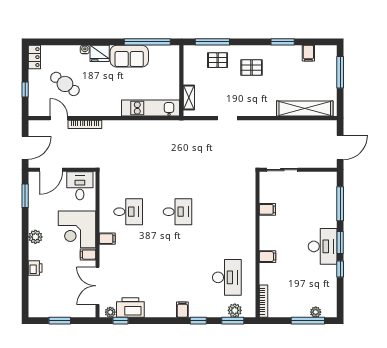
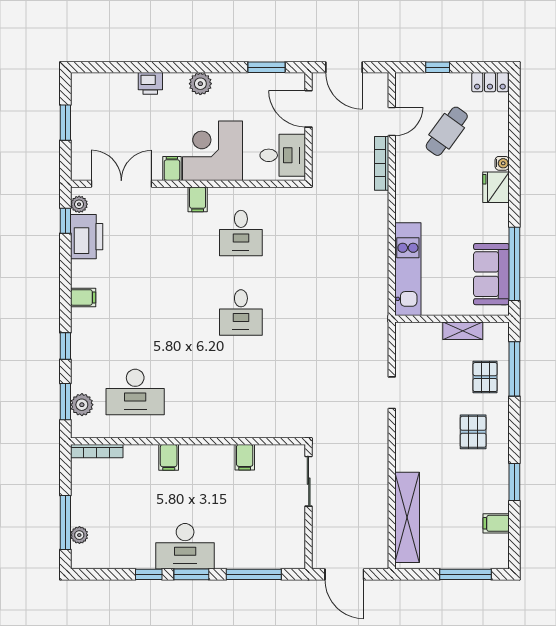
sofa: (129, 56) -> (491, 274), moved
shelving: (189, 98) -> (463, 331), moved
filing cabinet: (182, 310) -> (83, 297), moved

